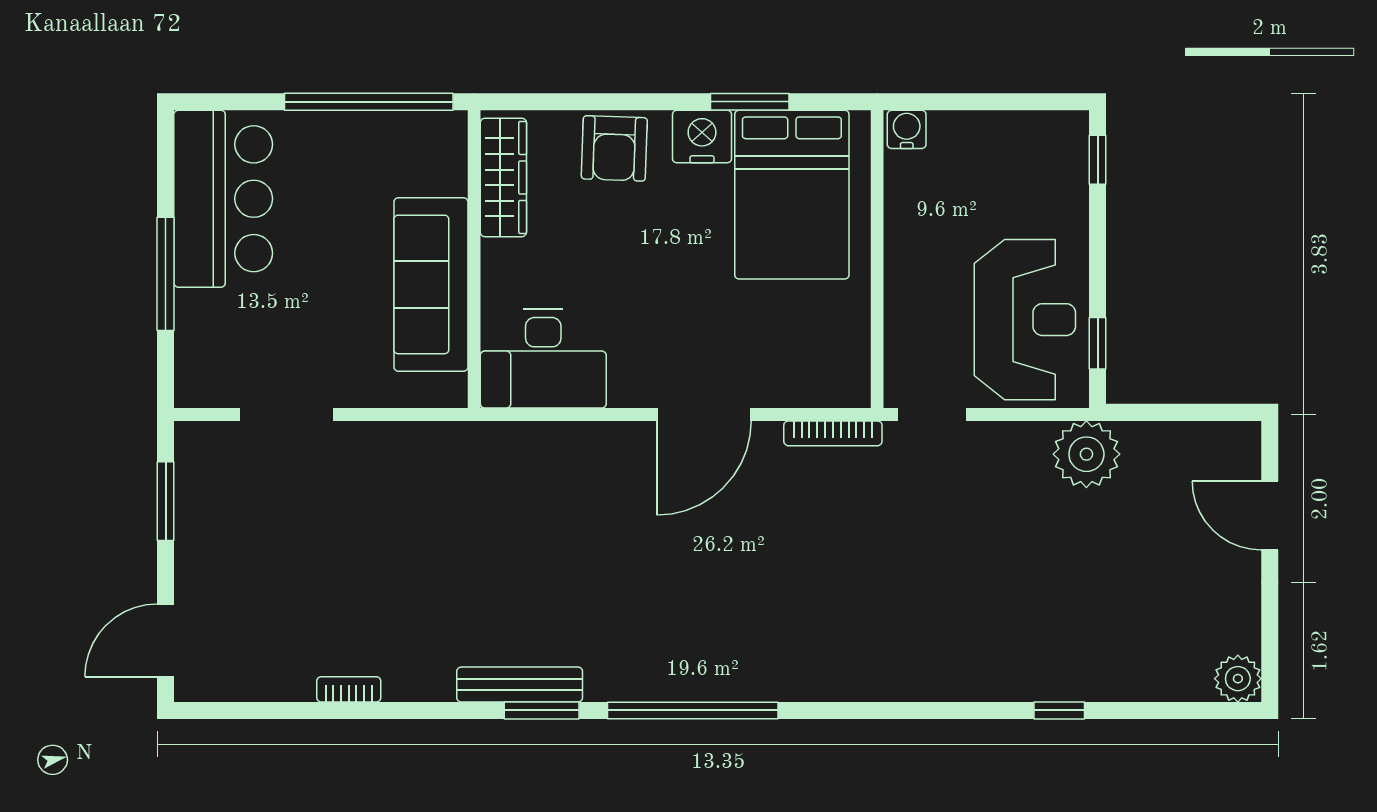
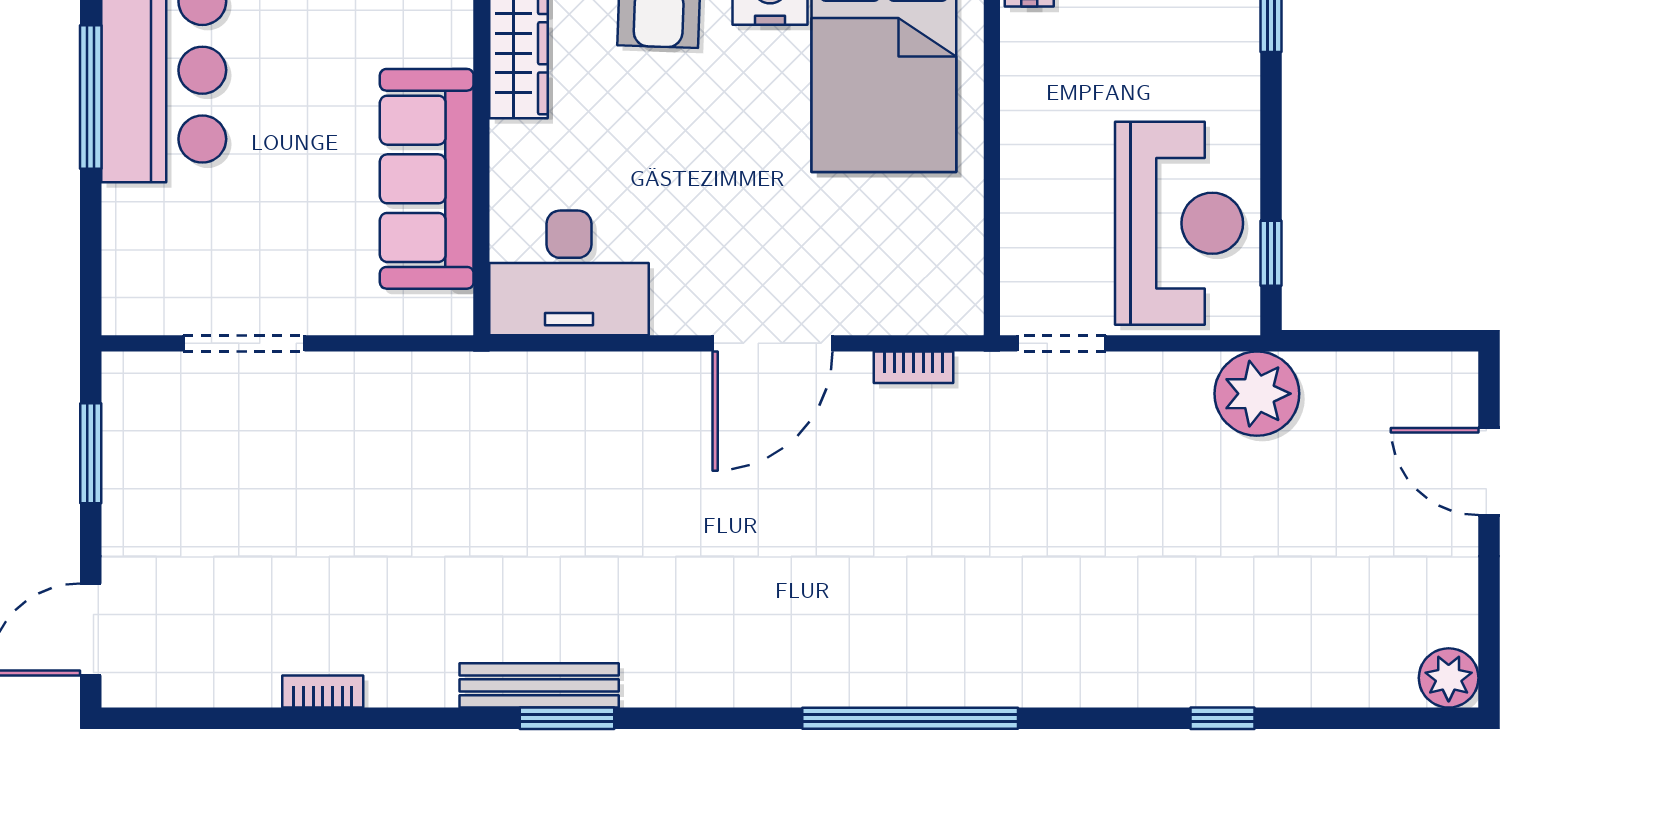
window: (166, 274) -> (91, 97), moved
bookcase: (833, 433) -> (913, 367), width x0.64
window: (693, 710) -> (910, 718), moved

